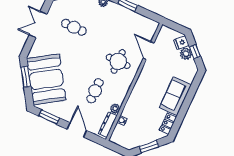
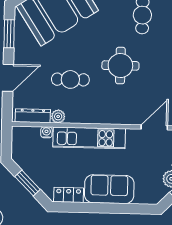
round table: (118, 61) -> (120, 66), moved
kitchen unit: (137, 95) -> (89, 138), added

